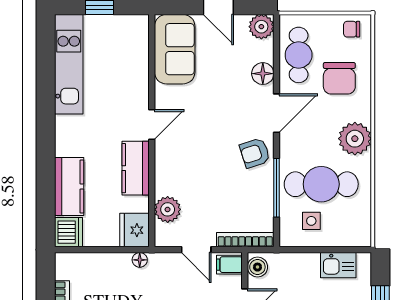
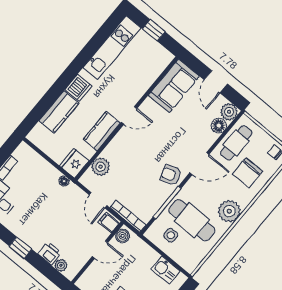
floor lamp: (263, 74) -> (219, 126), moved
dishwasher: (69, 232) -> (78, 88), moved

